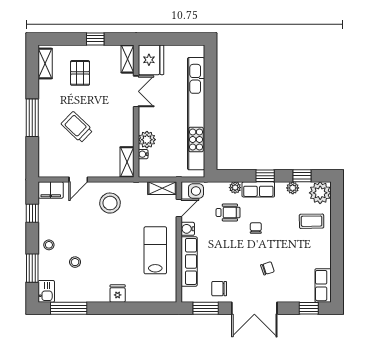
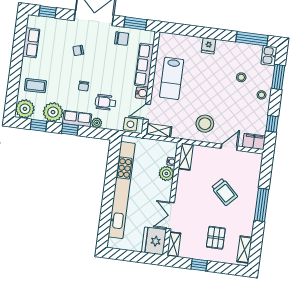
plant: (293, 188) -> (53, 112), width x1.88, depth x1.88
row of seats: (323, 286) -> (31, 43), moved

